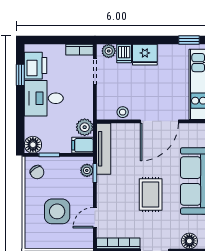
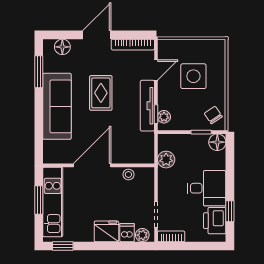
filing cabinet: (83, 145) -> (168, 142), removed
tv unit: (104, 149) -> (147, 106), moved

